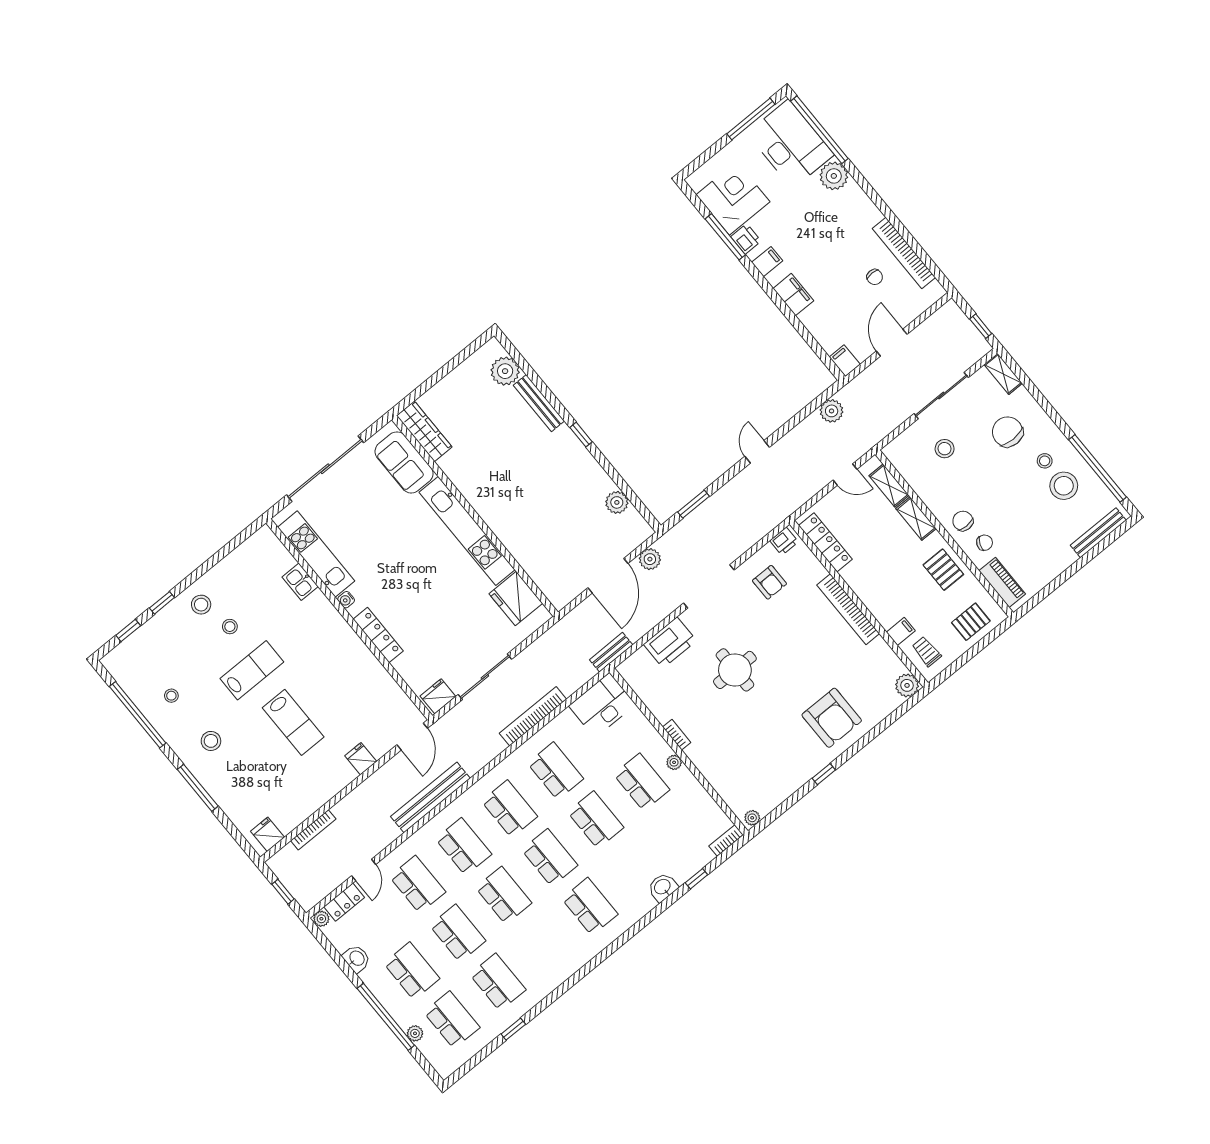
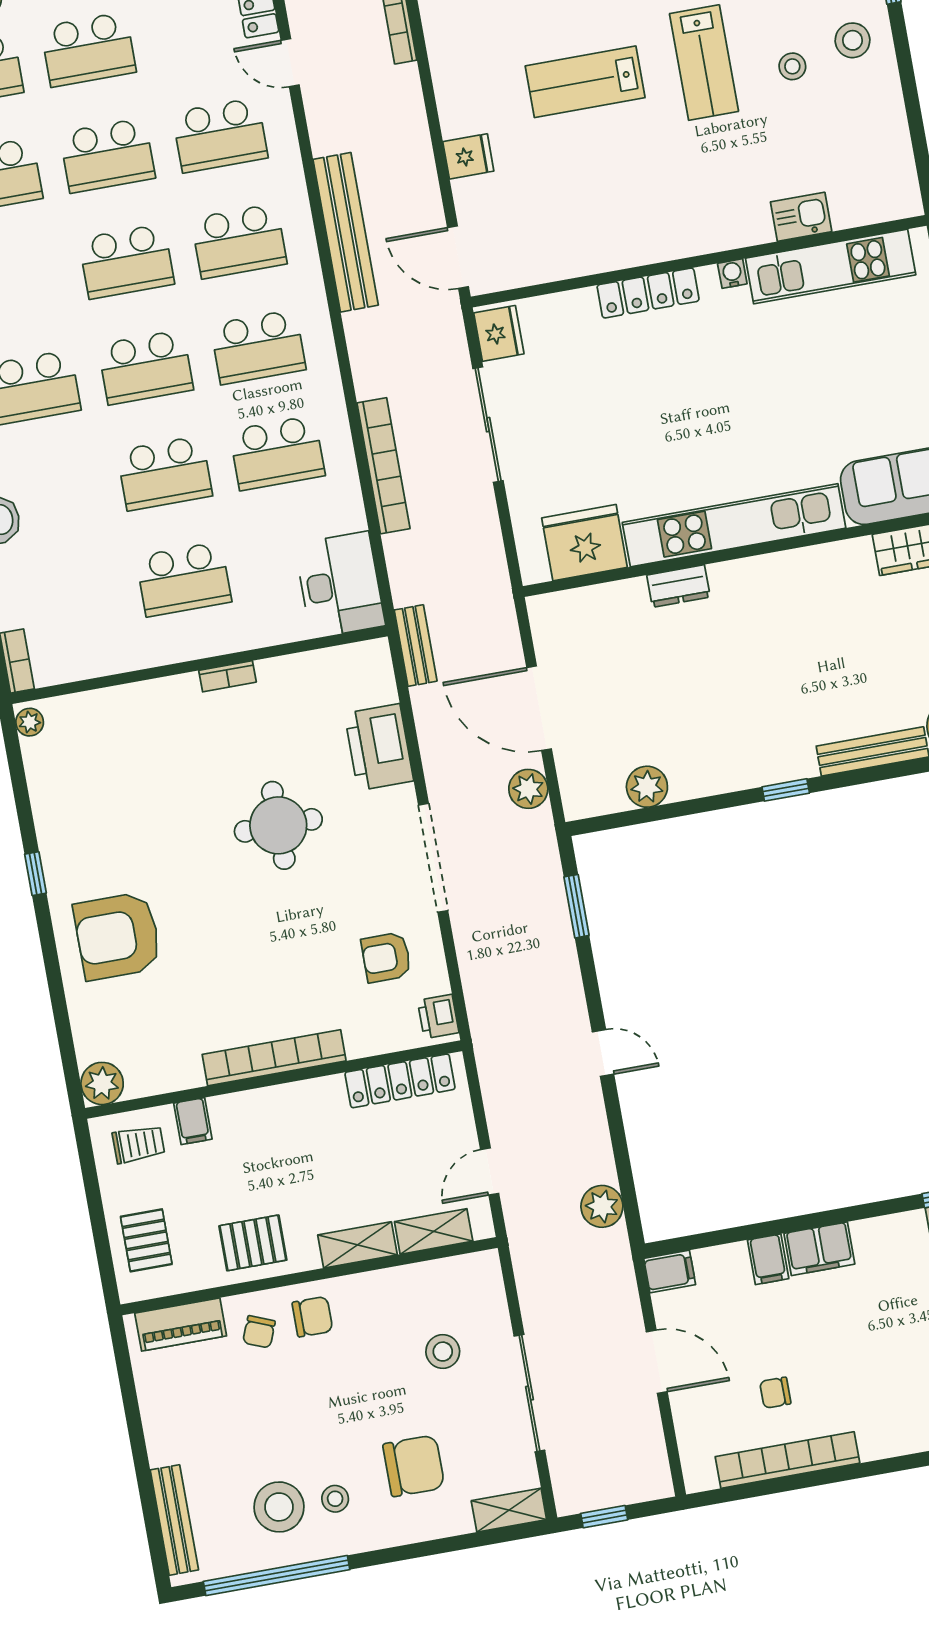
filing cabinet: (767, 262) -> (768, 1259), moved
dresser: (511, 541) -> (679, 586), added
plant: (674, 762) -> (186, 648), removed

